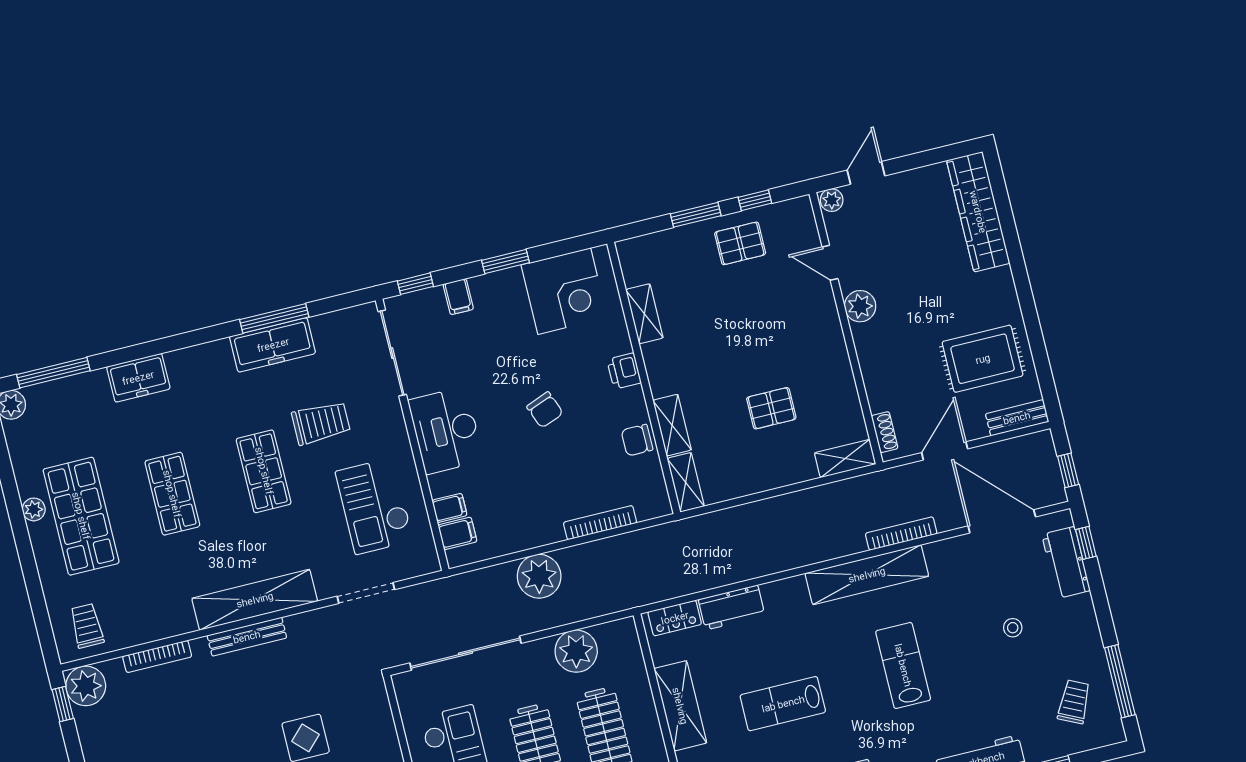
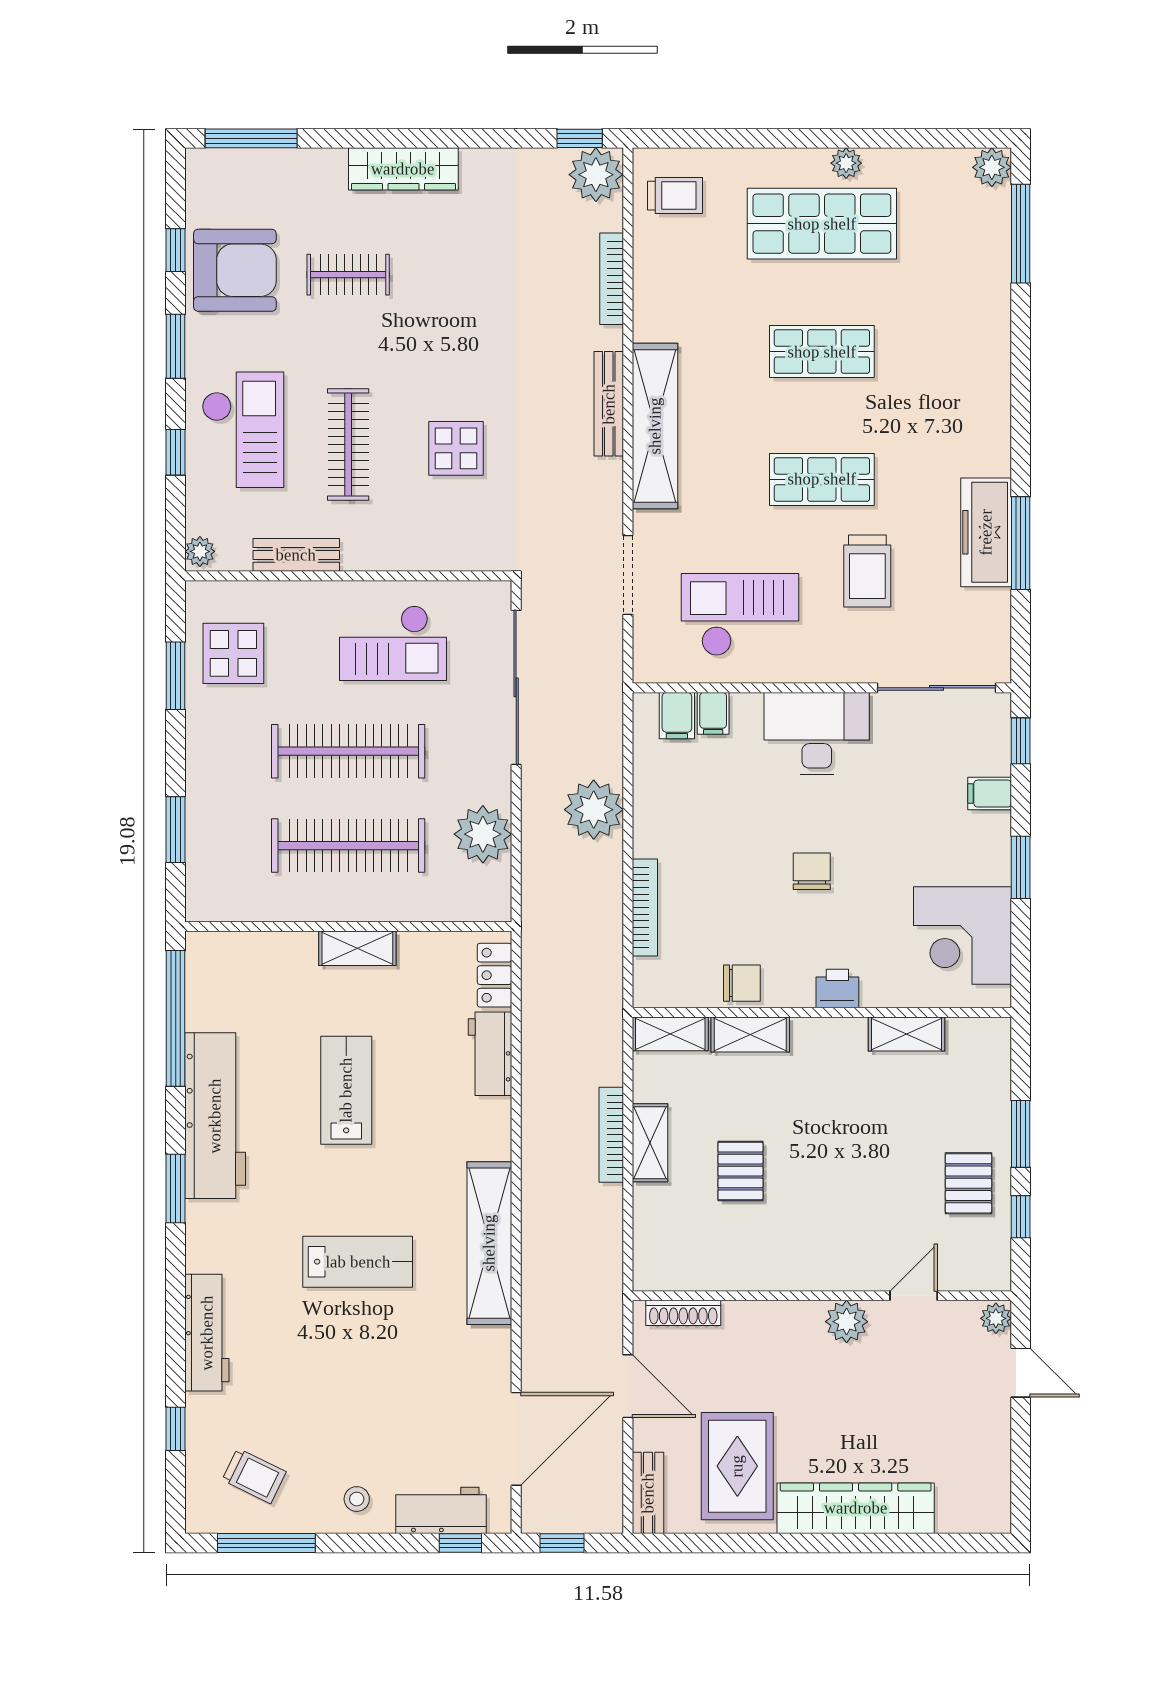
wardrobe: (978, 212) -> (856, 1508), moved
freezer: (138, 378) -> (986, 344), removed
chair: (545, 410) -> (812, 871), turned 111
shoe rack: (885, 432) -> (683, 1313), width x1.43
chair: (637, 440) -> (742, 983), turned 90
shelving: (845, 459) -> (650, 1143), moved
bookcase: (901, 533) -> (611, 1135), moved, turned 180
stool: (1013, 628) -> (357, 1499), moved
shelving: (680, 706) -> (357, 948), width x0.67, depth x0.75

